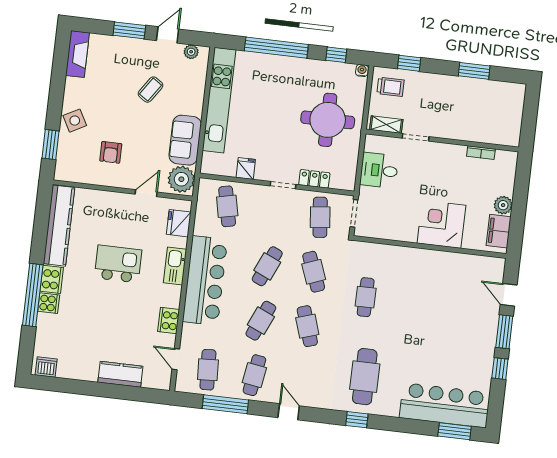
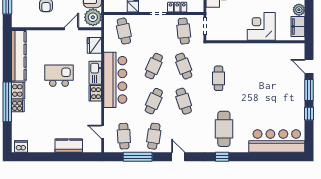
cooker: (169, 321) -> (95, 93), moved
window: (455, 431) -> (285, 157), removed

